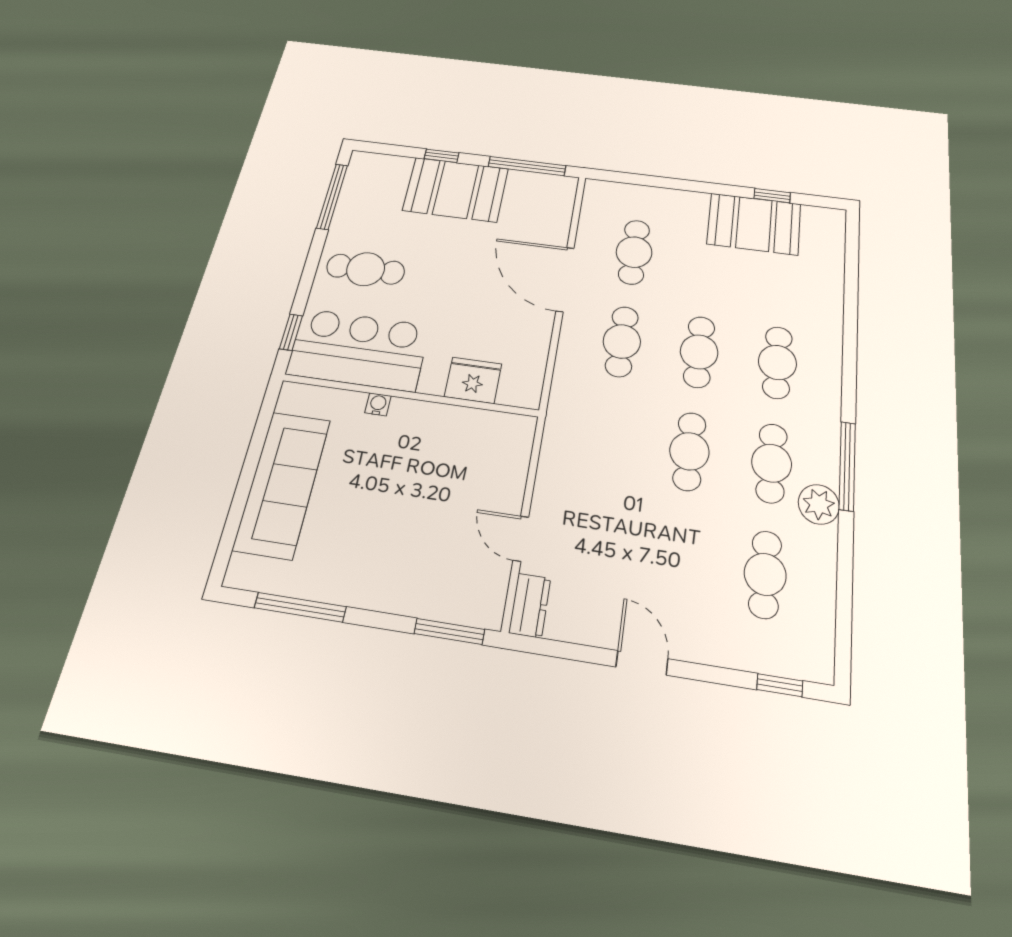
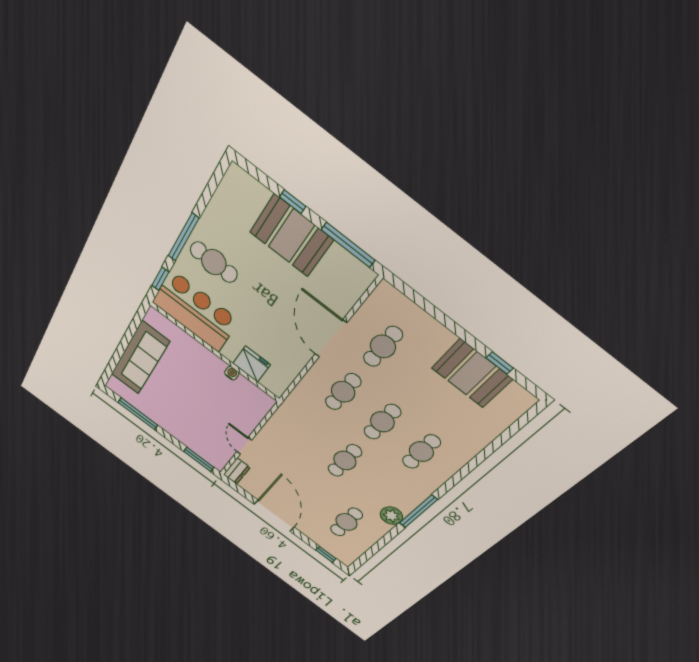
window: (332, 197) -> (183, 237), moved
water cooler: (378, 404) -> (232, 373), moved
cafe table: (772, 463) -> (382, 489), removed
door: (642, 663) -> (274, 516), width x1.88

